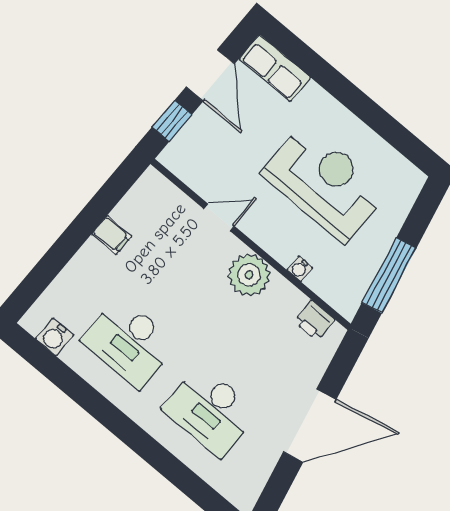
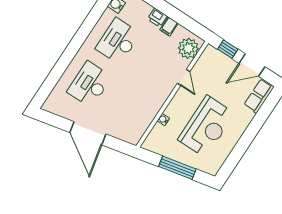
plant: (249, 275) -> (188, 48), moved
window: (389, 275) -> (177, 168), moved
printer: (314, 321) -> (157, 18), moved, turned -90

